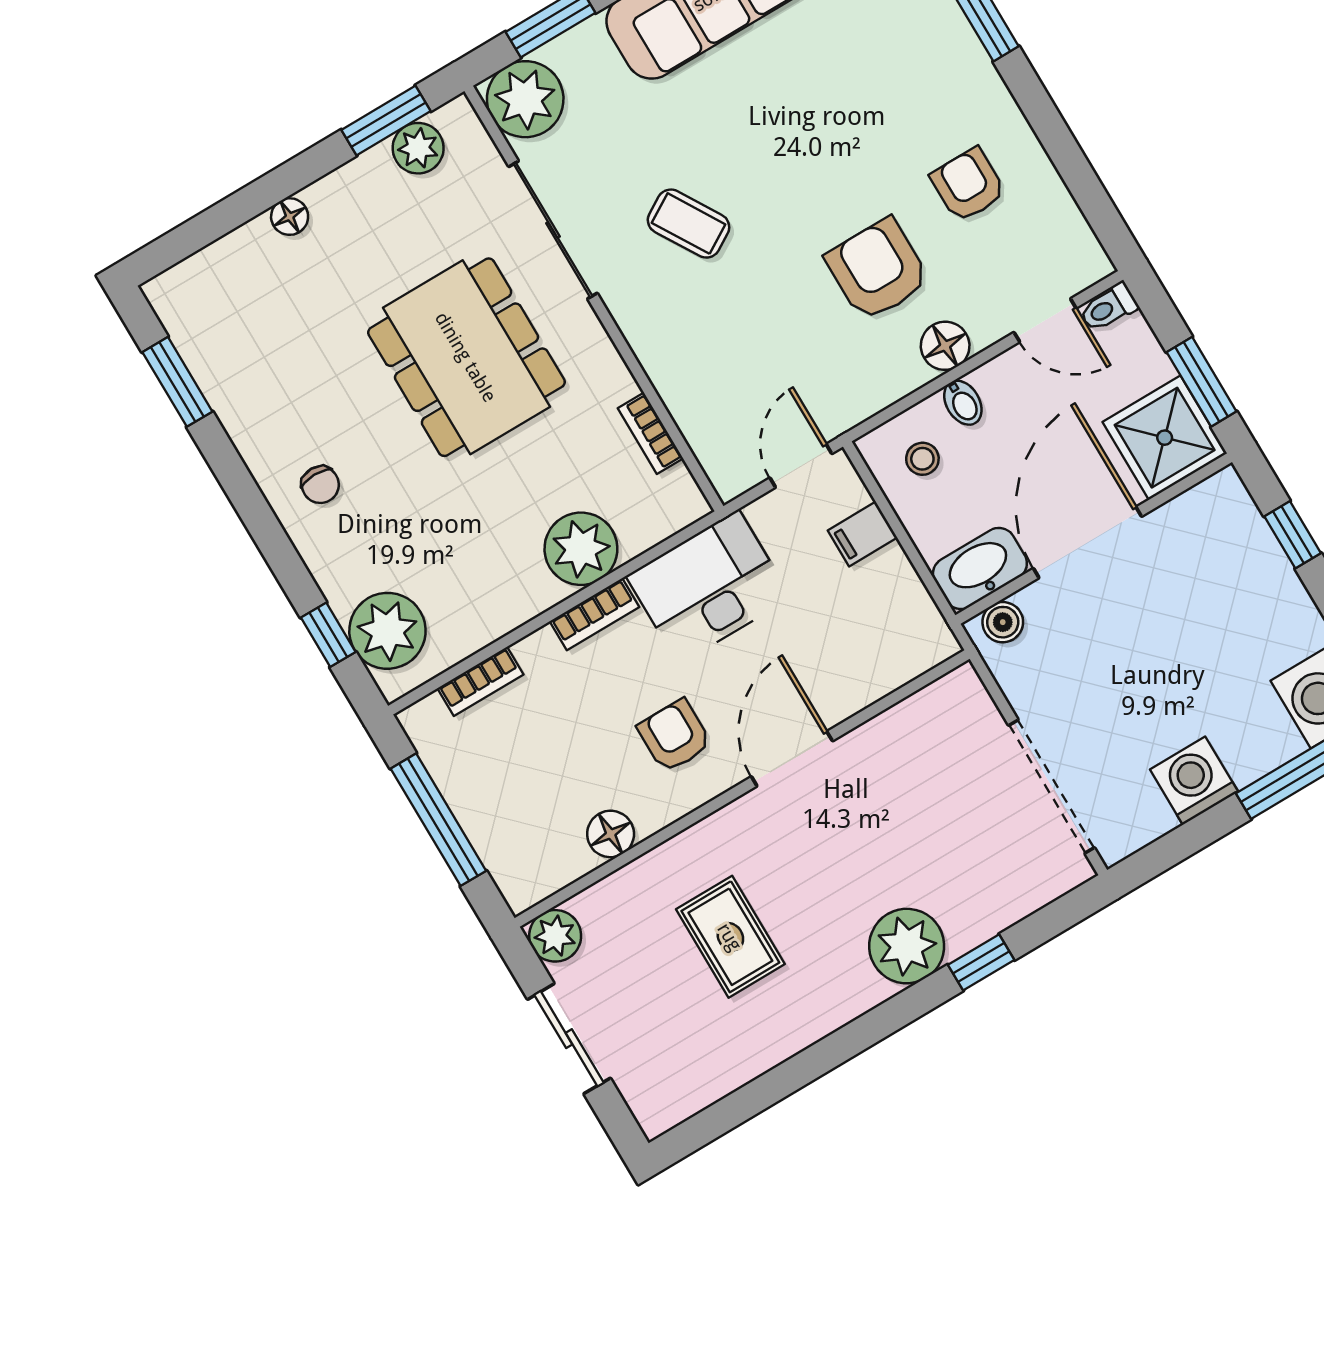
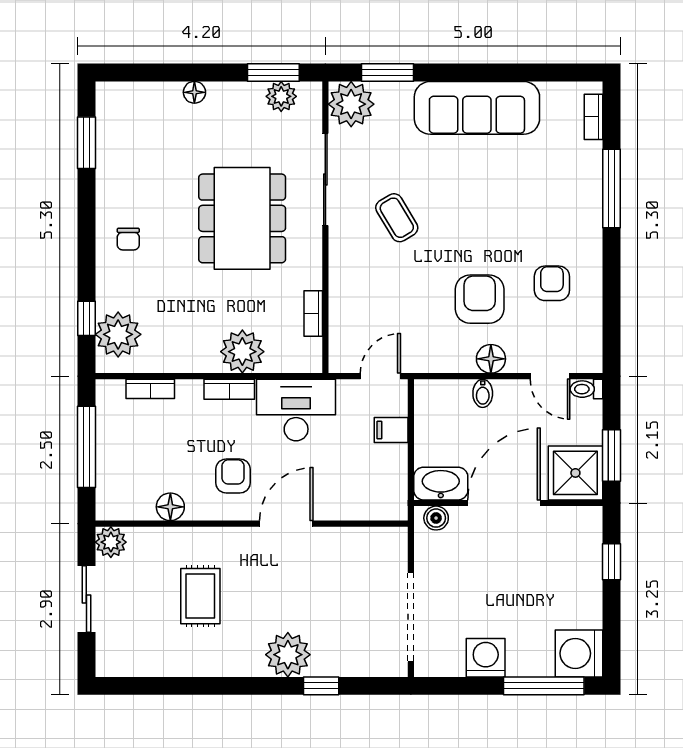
stool: (922, 459) -> (445, 410), removed

